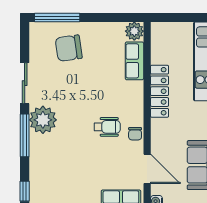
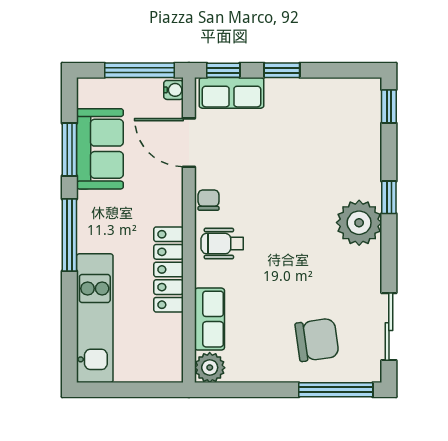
sliding door: (25, 83) -> (389, 327), moved
wheelchair: (107, 127) -> (222, 244), moved
window: (25, 135) -> (389, 197), width x0.46

